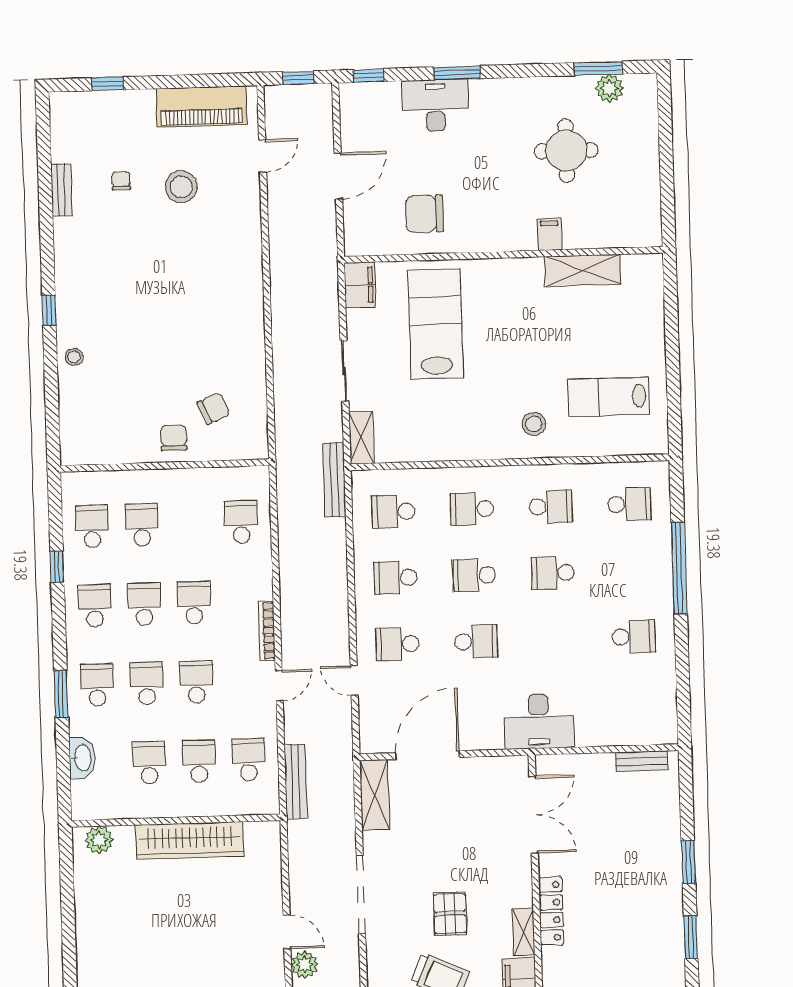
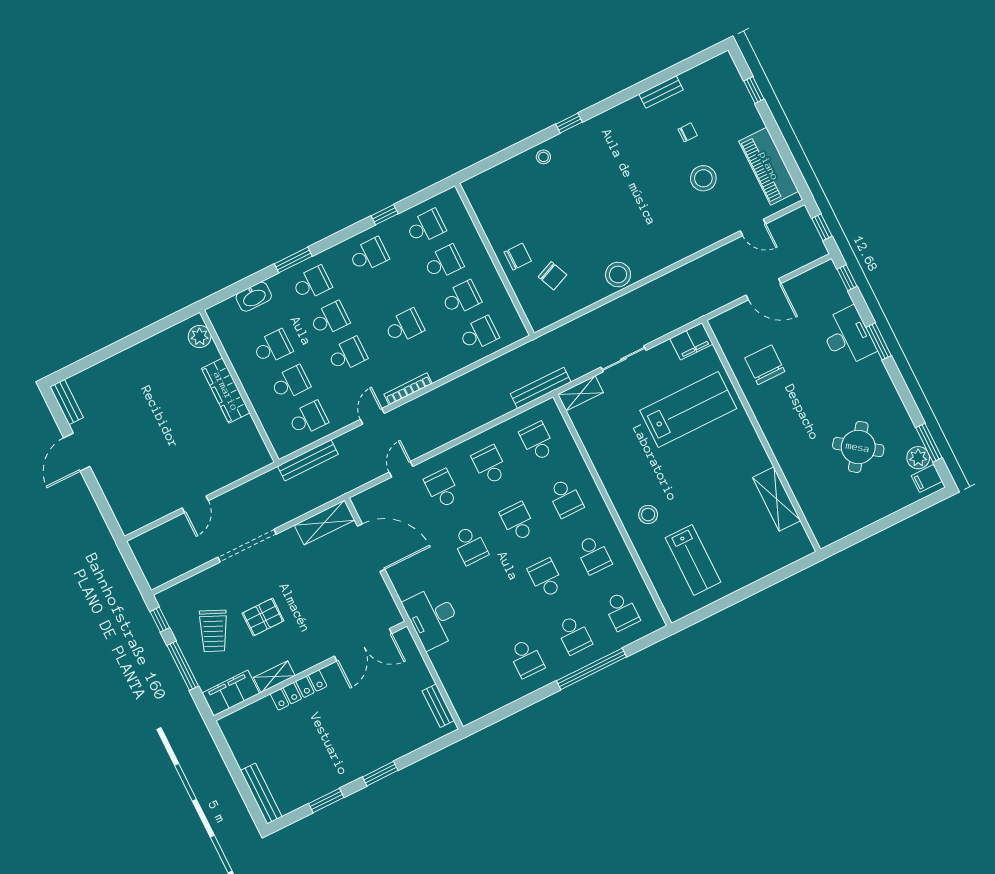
round table: (566, 151) -> (858, 447), turned 36
filing cabinet: (549, 234) -> (927, 478), moved, turned 180
stool: (246, 333) -> (618, 275), added
lab bench: (608, 397) -> (693, 560), turned 180
school desk: (472, 509) -> (565, 498), turned 180
school desk: (631, 570) -> (574, 635), added
school desk: (144, 604) -> (461, 298), moved
door: (279, 686) -> (372, 416), swing flipped
wardrobe: (189, 840) -> (226, 391), width x0.71, depth x0.85
plant: (305, 965) -> (177, 528), removed

